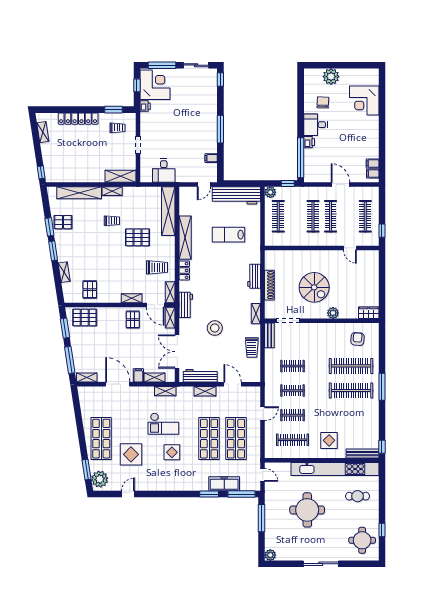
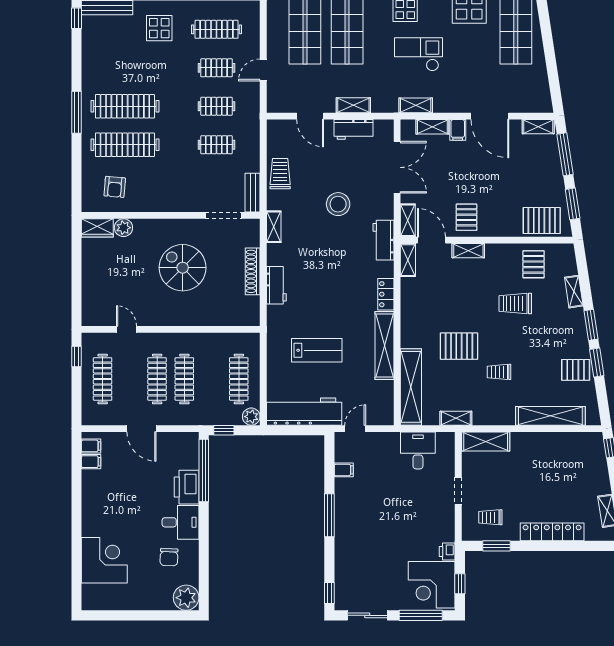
plant: (331, 77) -> (186, 598), moved
printer: (309, 142) -> (187, 487), width x1.87, depth x1.48
shelving: (112, 191) -> (456, 418), moved
trolley: (157, 267) -> (515, 303), moved
plant: (333, 313) -> (123, 228), moved
workbench: (200, 376) -> (354, 129), width x0.73

